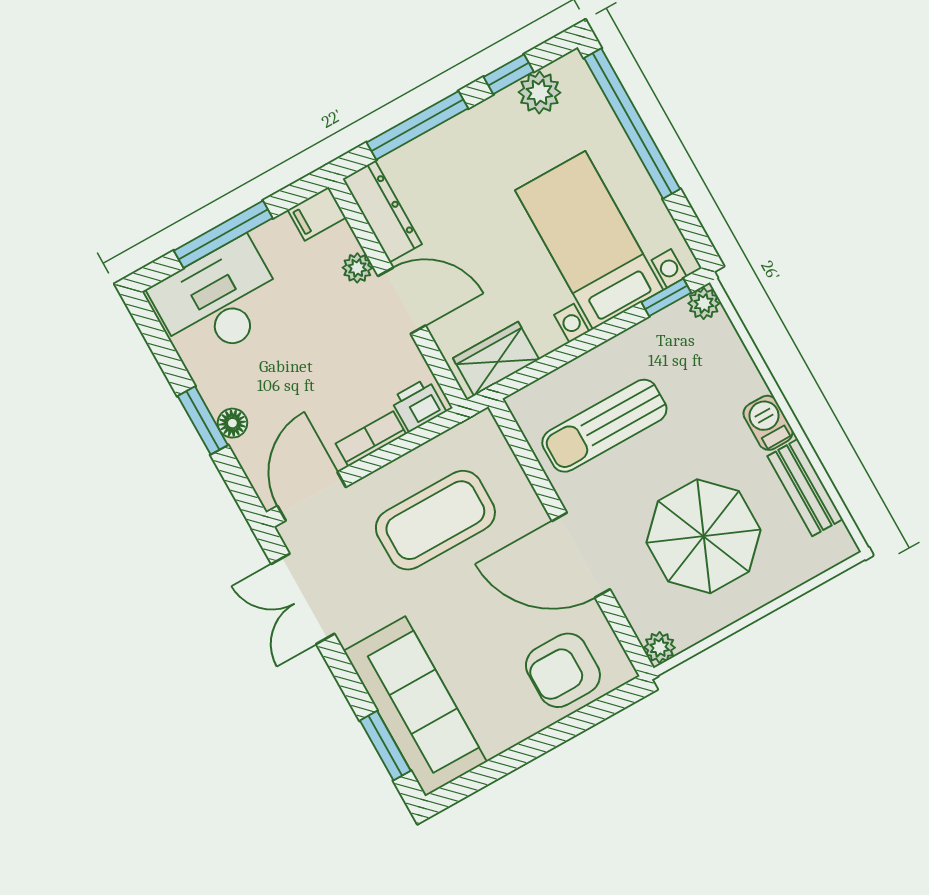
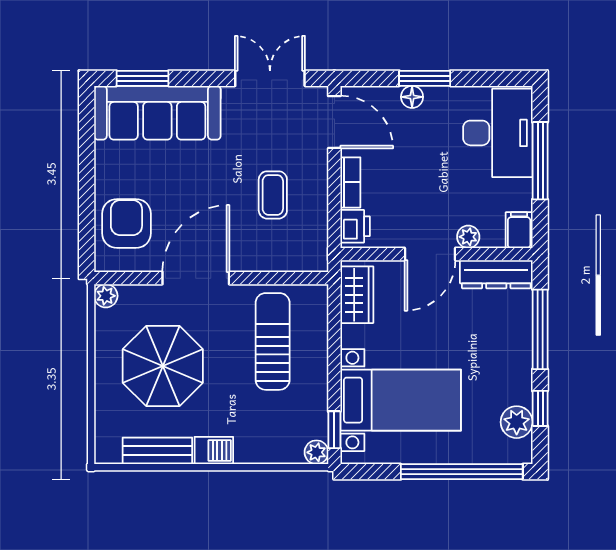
coffee table: (435, 520) -> (273, 195), width x0.54, depth x0.58

